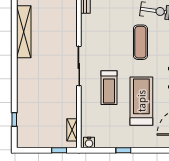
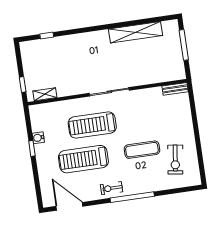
treadmill: (109, 88) -> (92, 125), width x1.37, depth x1.38
treadmill: (141, 101) -> (83, 159), turned 180
water cooler: (89, 143) -> (38, 138), moved

